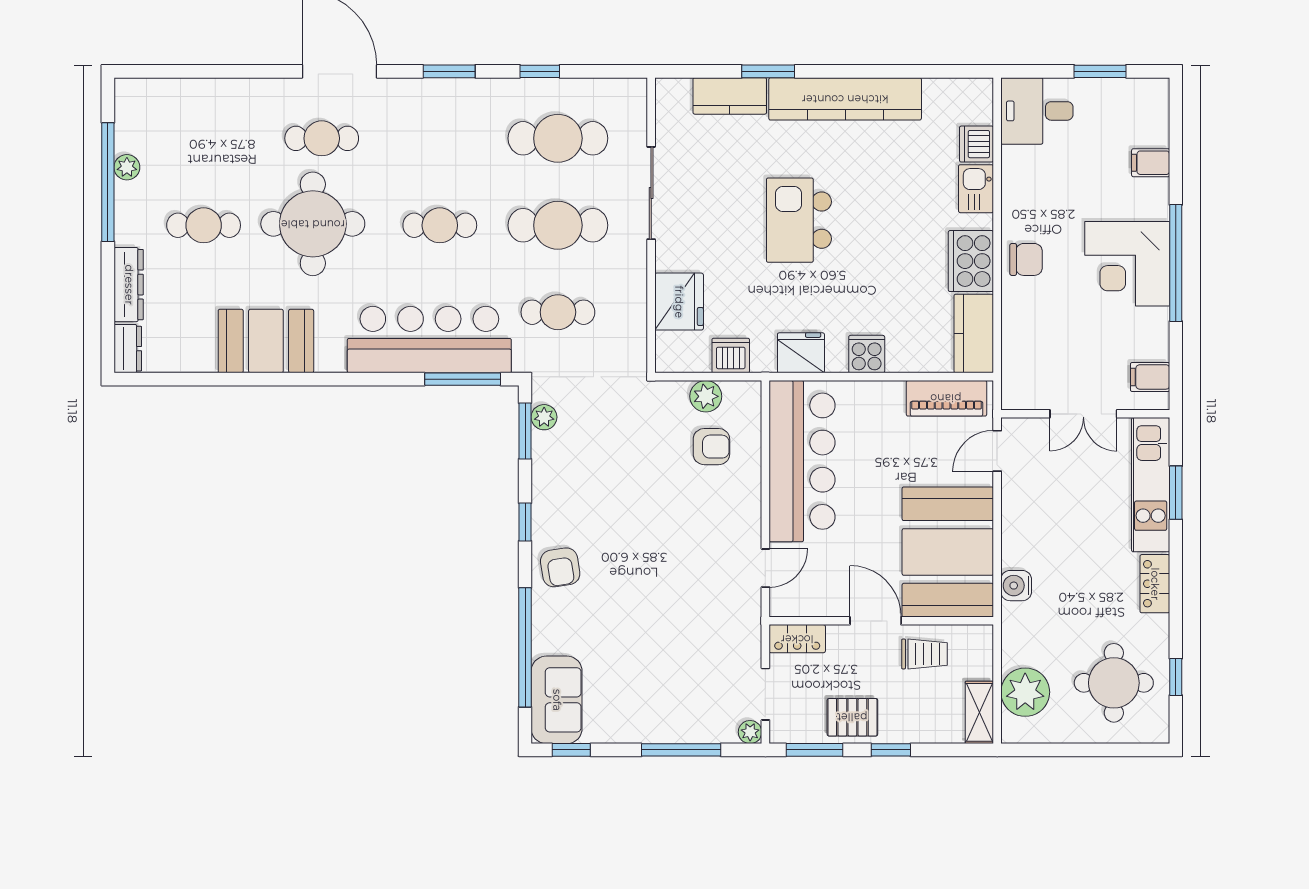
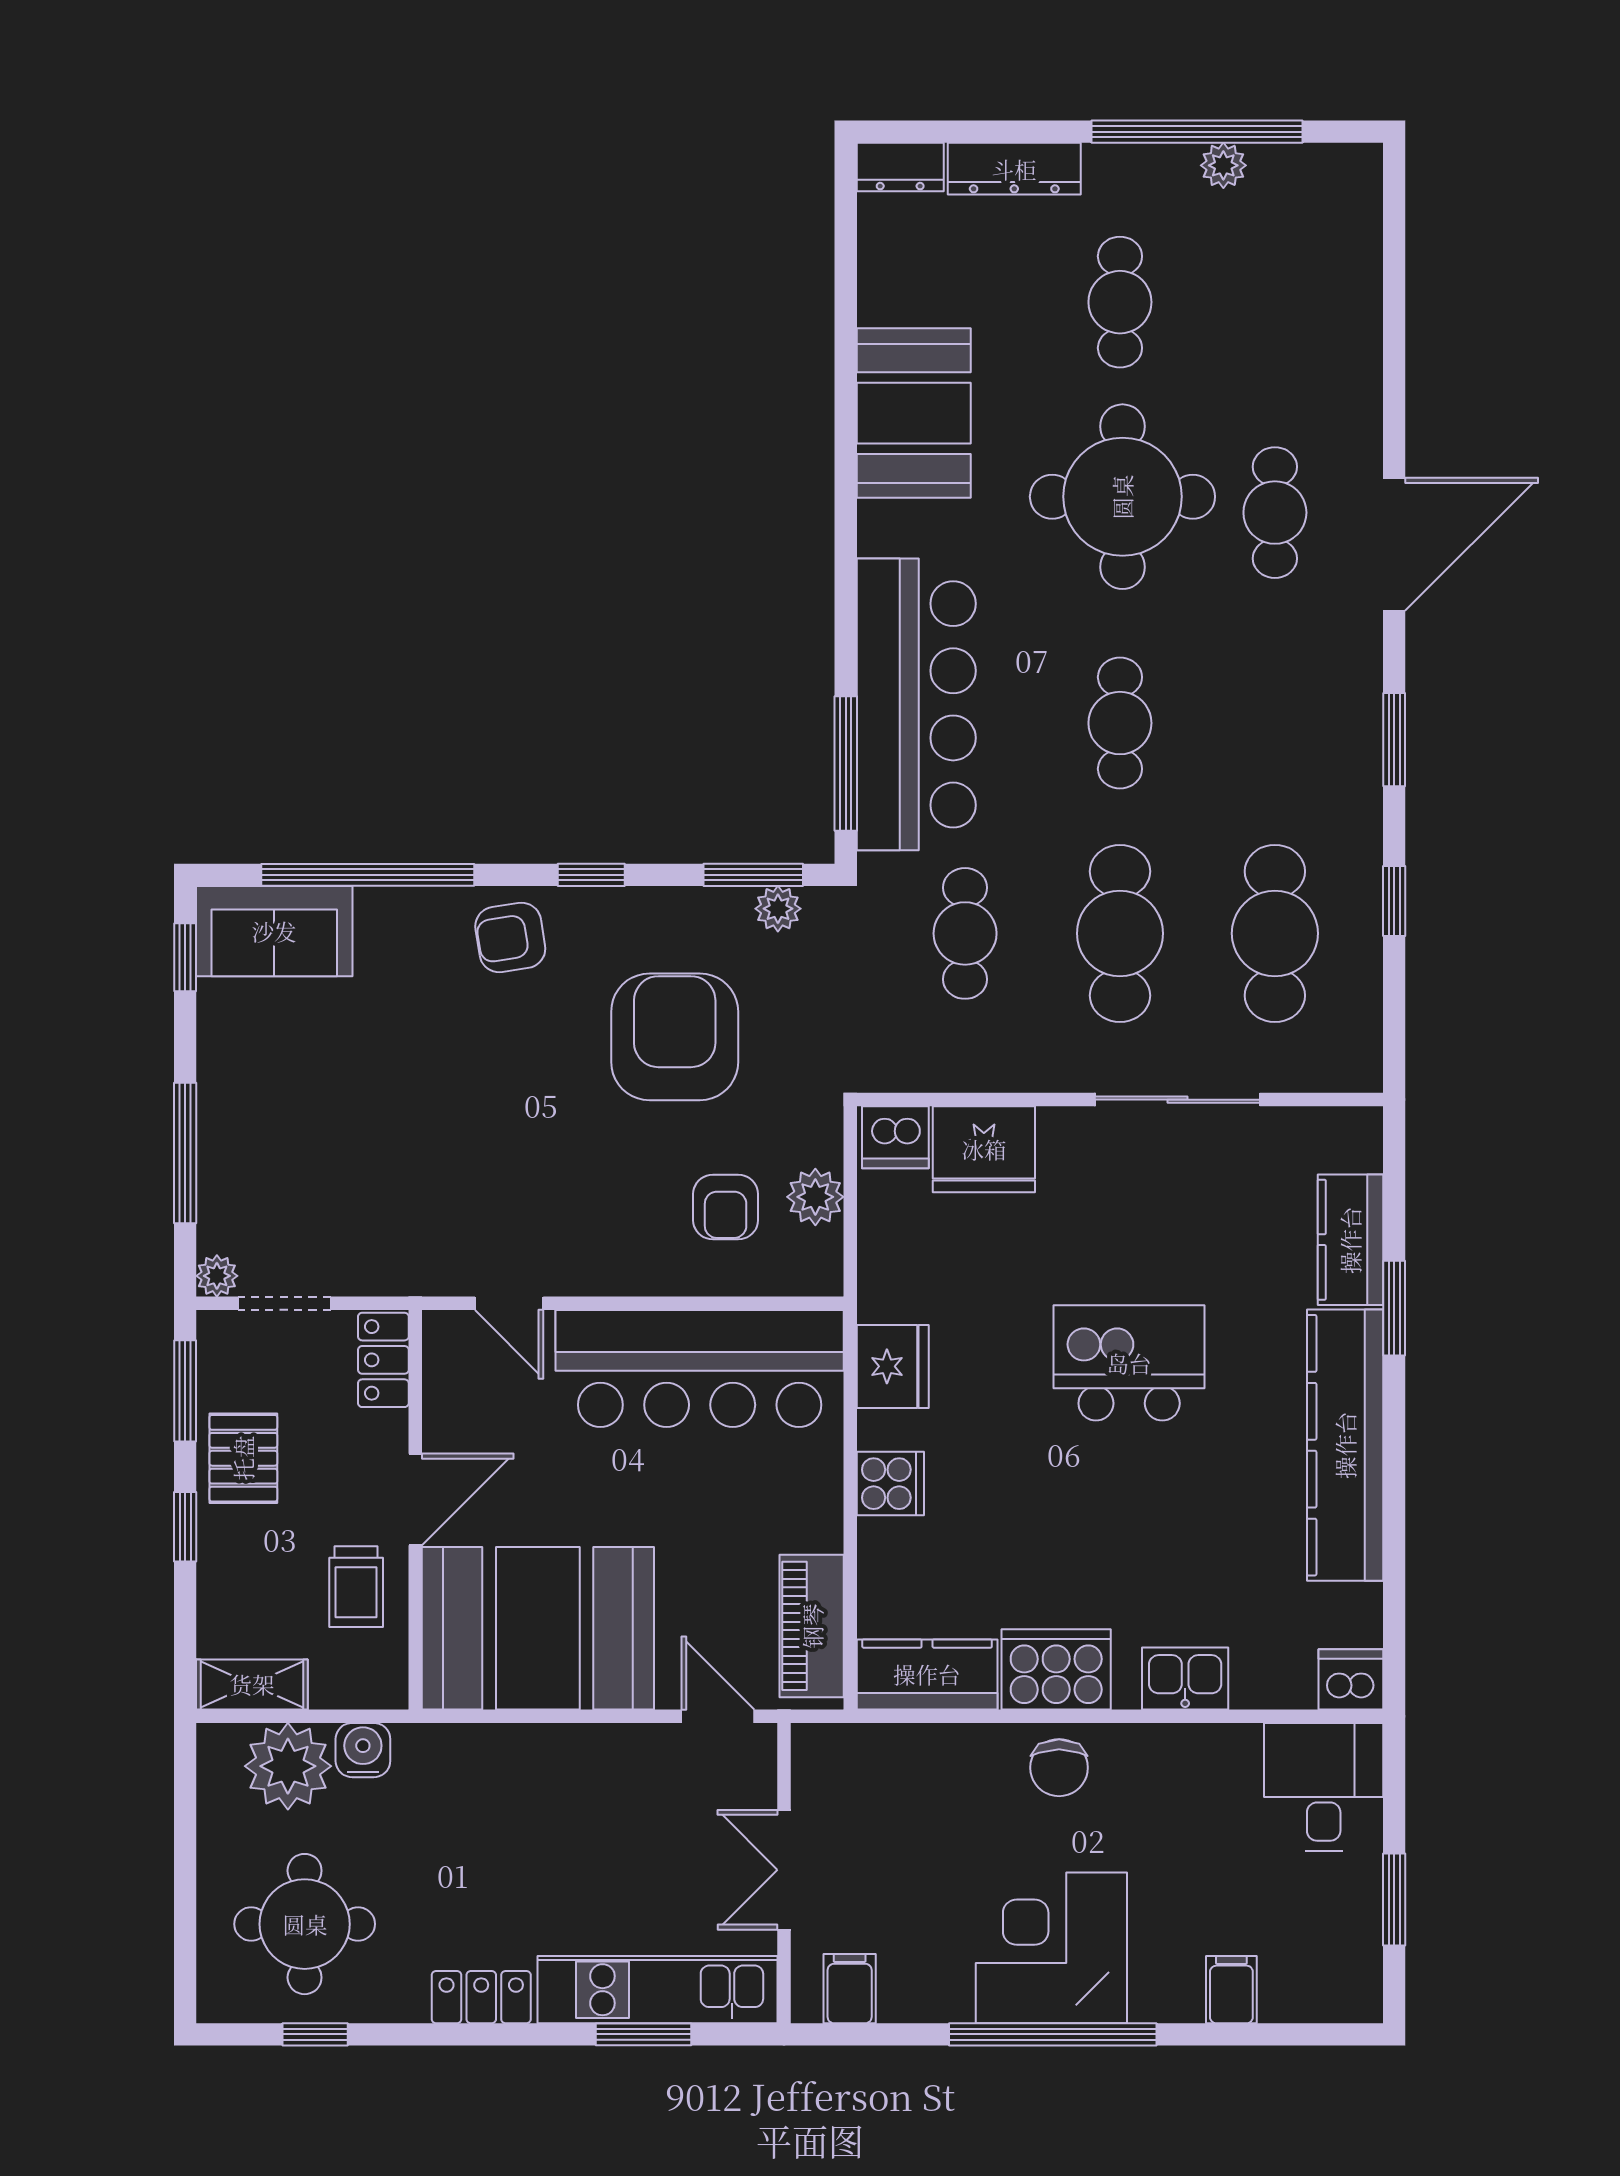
dishwasher: (977, 144) -> (1351, 1679), moved
dishwasher: (731, 356) -> (895, 1137), moved, turned 90
armchair: (616, 475) -> (675, 1037), added
water cooler: (1016, 586) -> (363, 1750), moved

